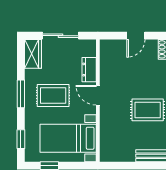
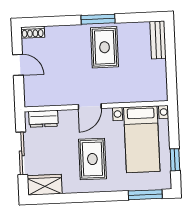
dresser: (89, 70) -> (43, 119), moved
window: (21, 94) -> (92, 197), removed
window: (21, 139) -> (145, 195), width x1.50

